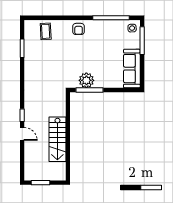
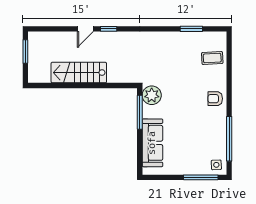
sofa: (132, 69) -> (152, 143), moved, turned 90
plant: (86, 80) -> (152, 95), moved

